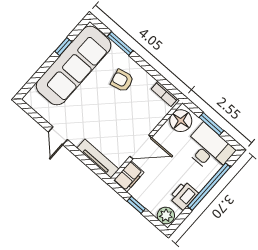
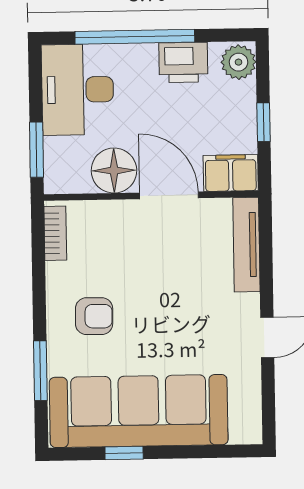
armchair: (122, 81) -> (94, 316), turned -76
floor lamp: (181, 121) -> (114, 170), moved
window: (211, 124) -> (37, 150), moved

